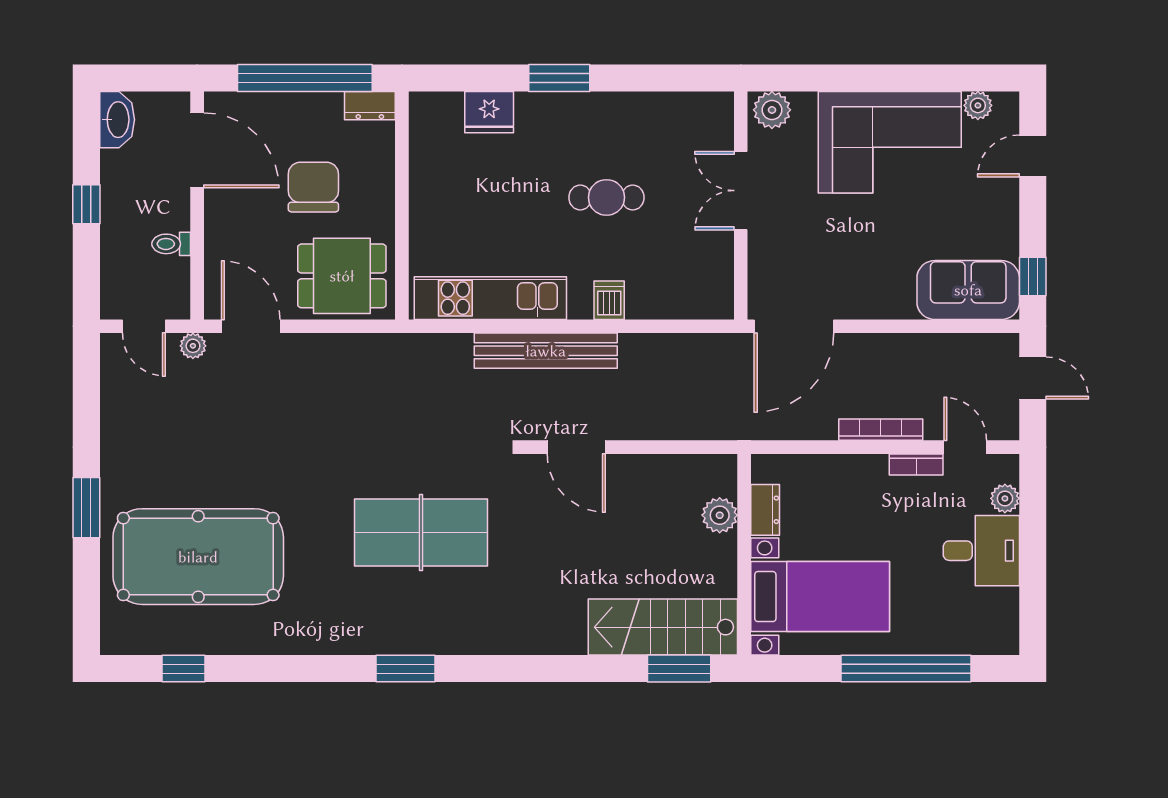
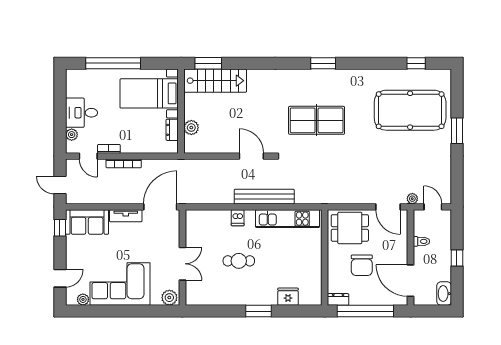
tv unit: (876, 305) -> (126, 216), added

